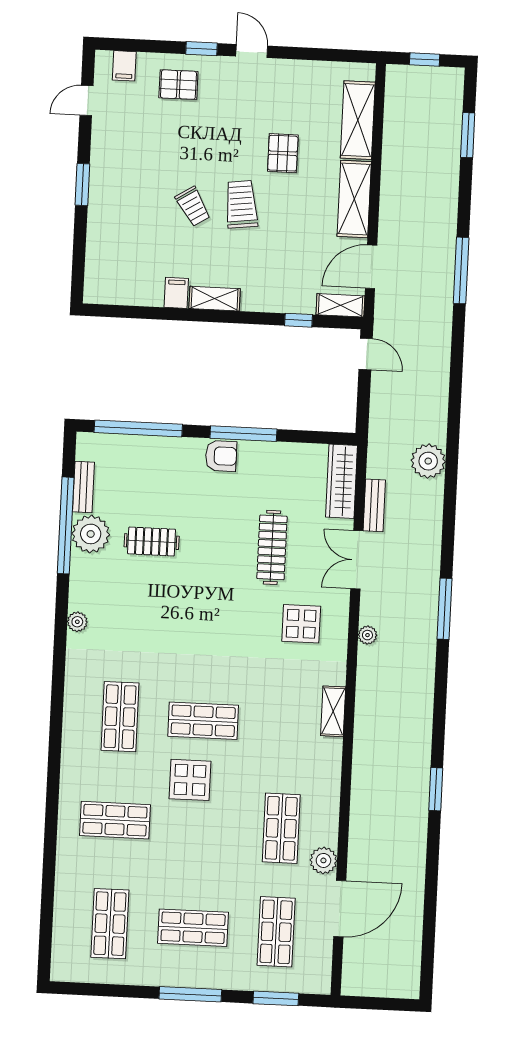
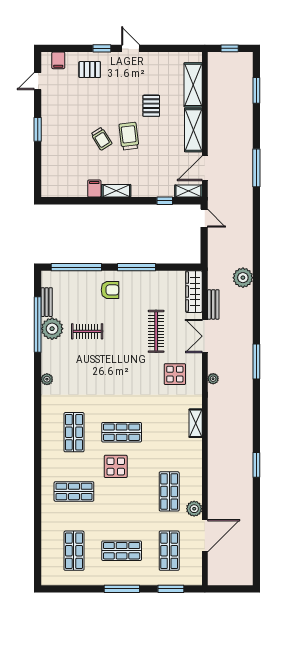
armchair: (221, 456) -> (110, 290), moved

